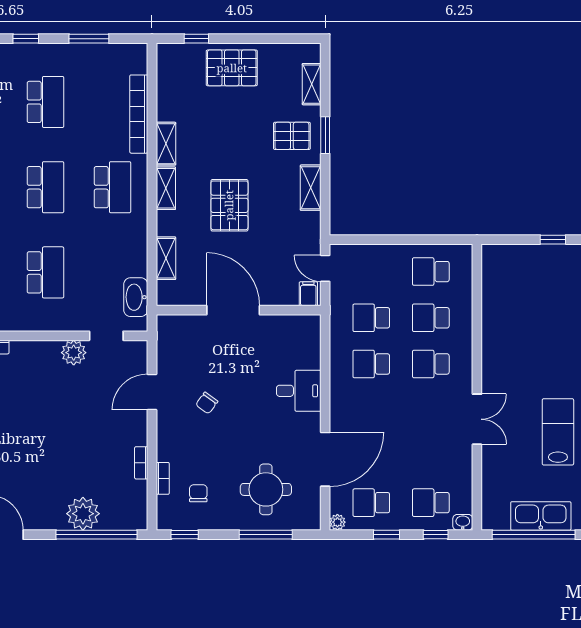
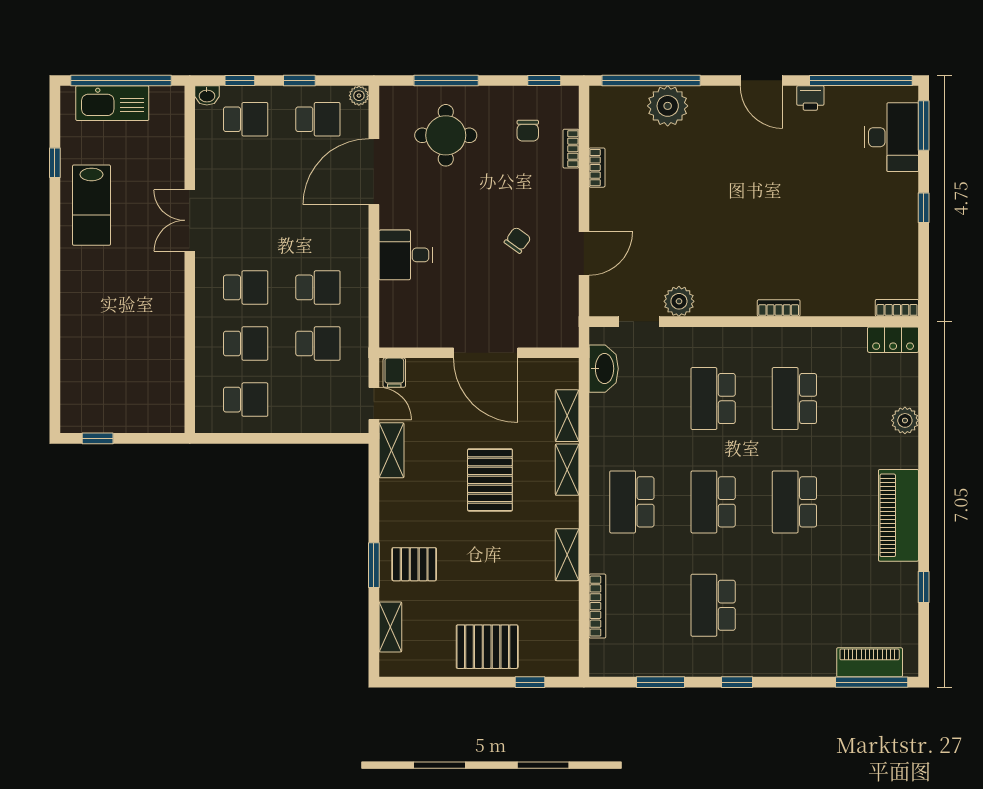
bookcase: (139, 114) -> (597, 606), width x0.68, depth x0.76
shelving: (166, 188) -> (567, 470), moved
shelving: (311, 188) -> (391, 450), moved

